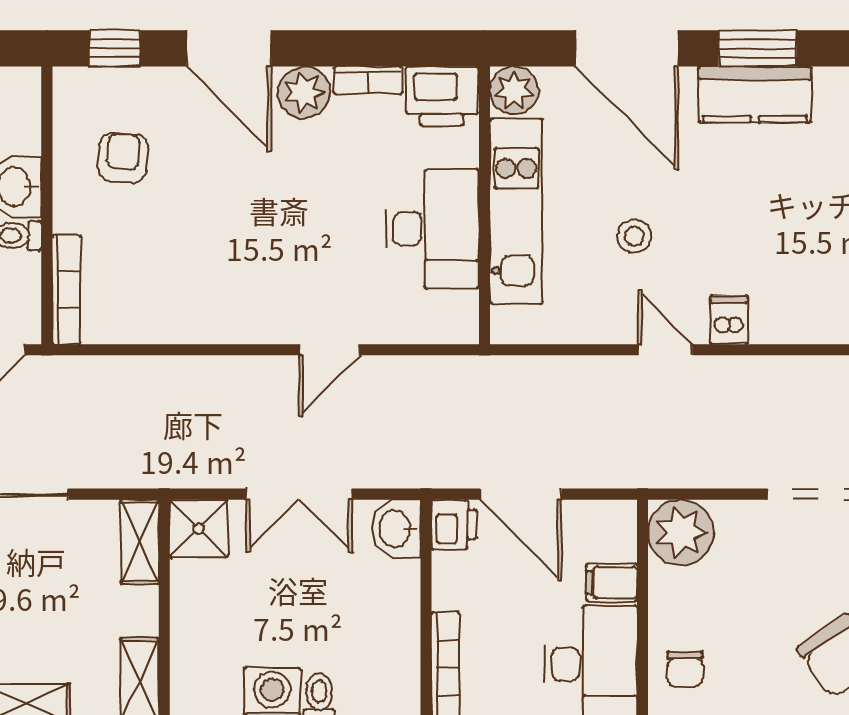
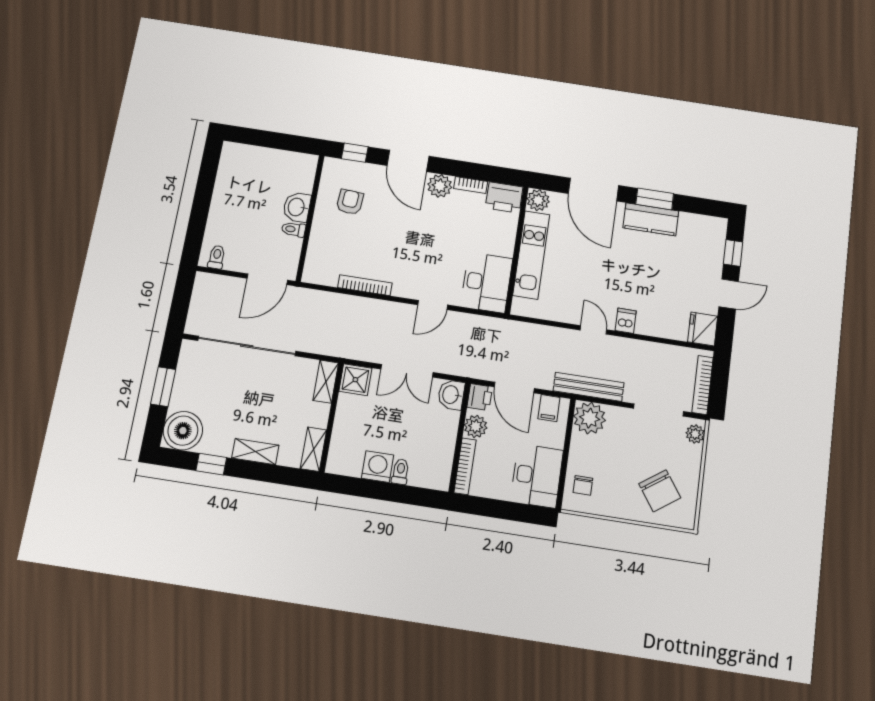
desk: (432, 229) -> (486, 282), moved
stool: (634, 236) -> (586, 275), removed
bookcase: (66, 290) -> (365, 285), moved, turned -90
bench: (671, 469) -> (589, 387), added
filing cabinet: (612, 583) -> (549, 408), moved, turned -90
plant: (455, 585) -> (476, 426), added

